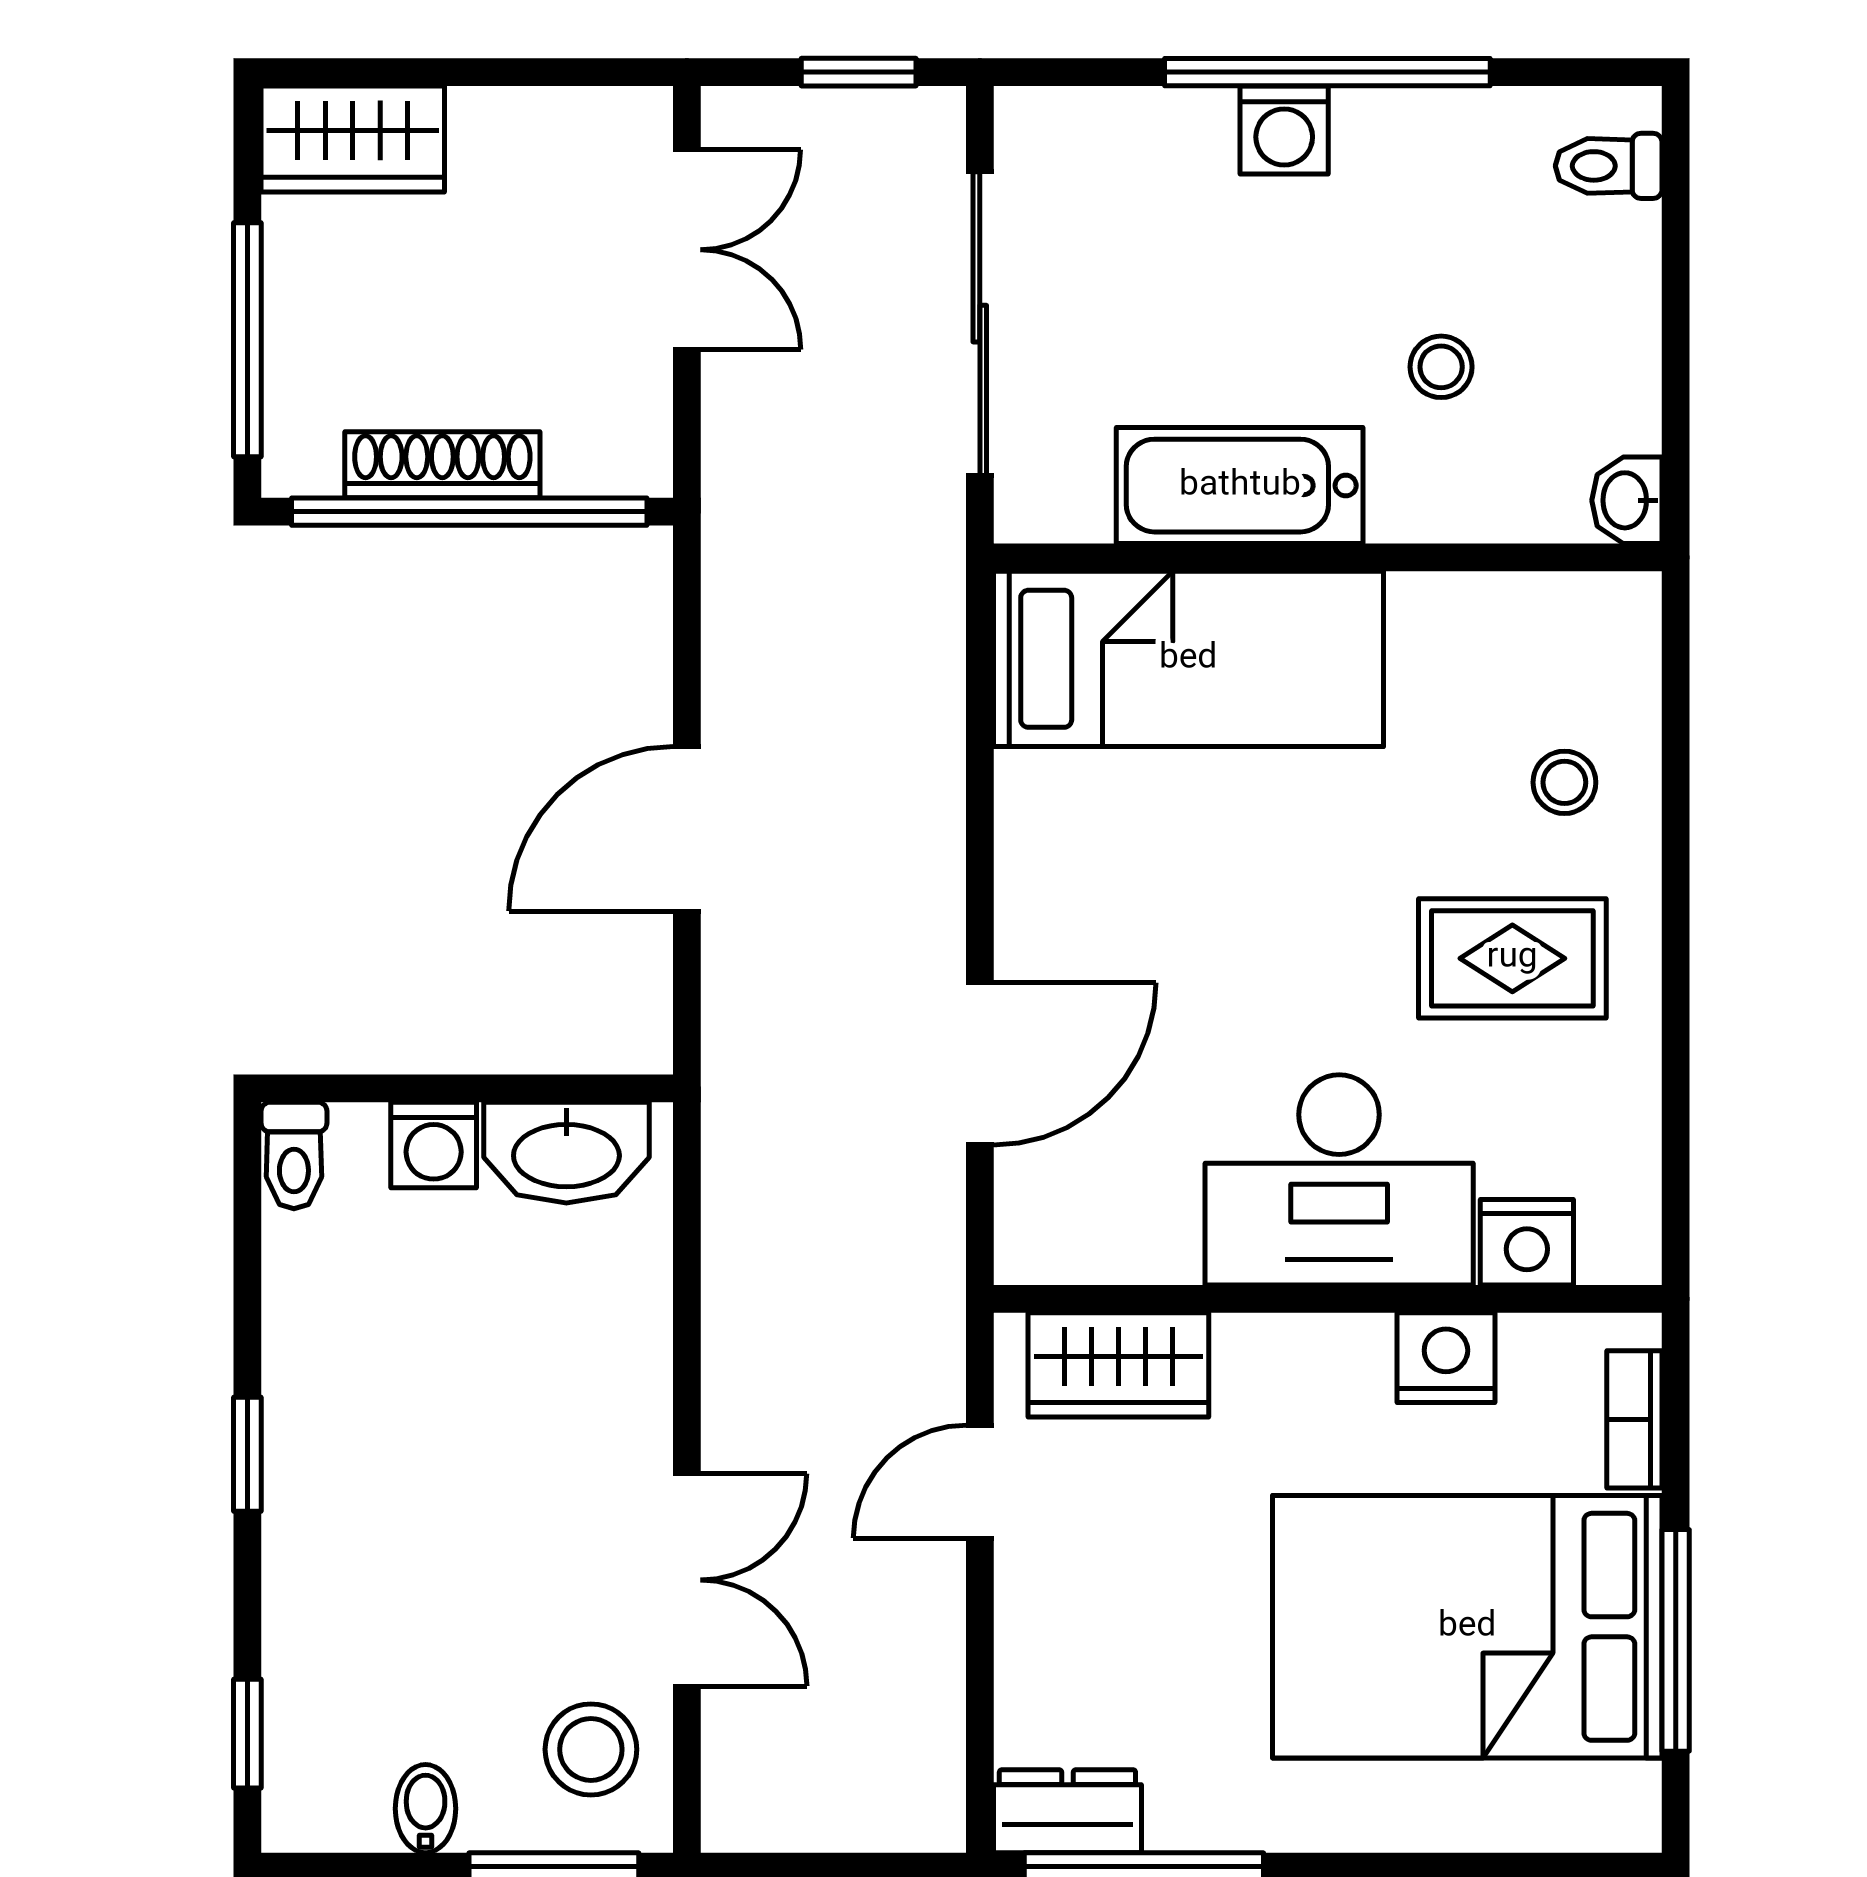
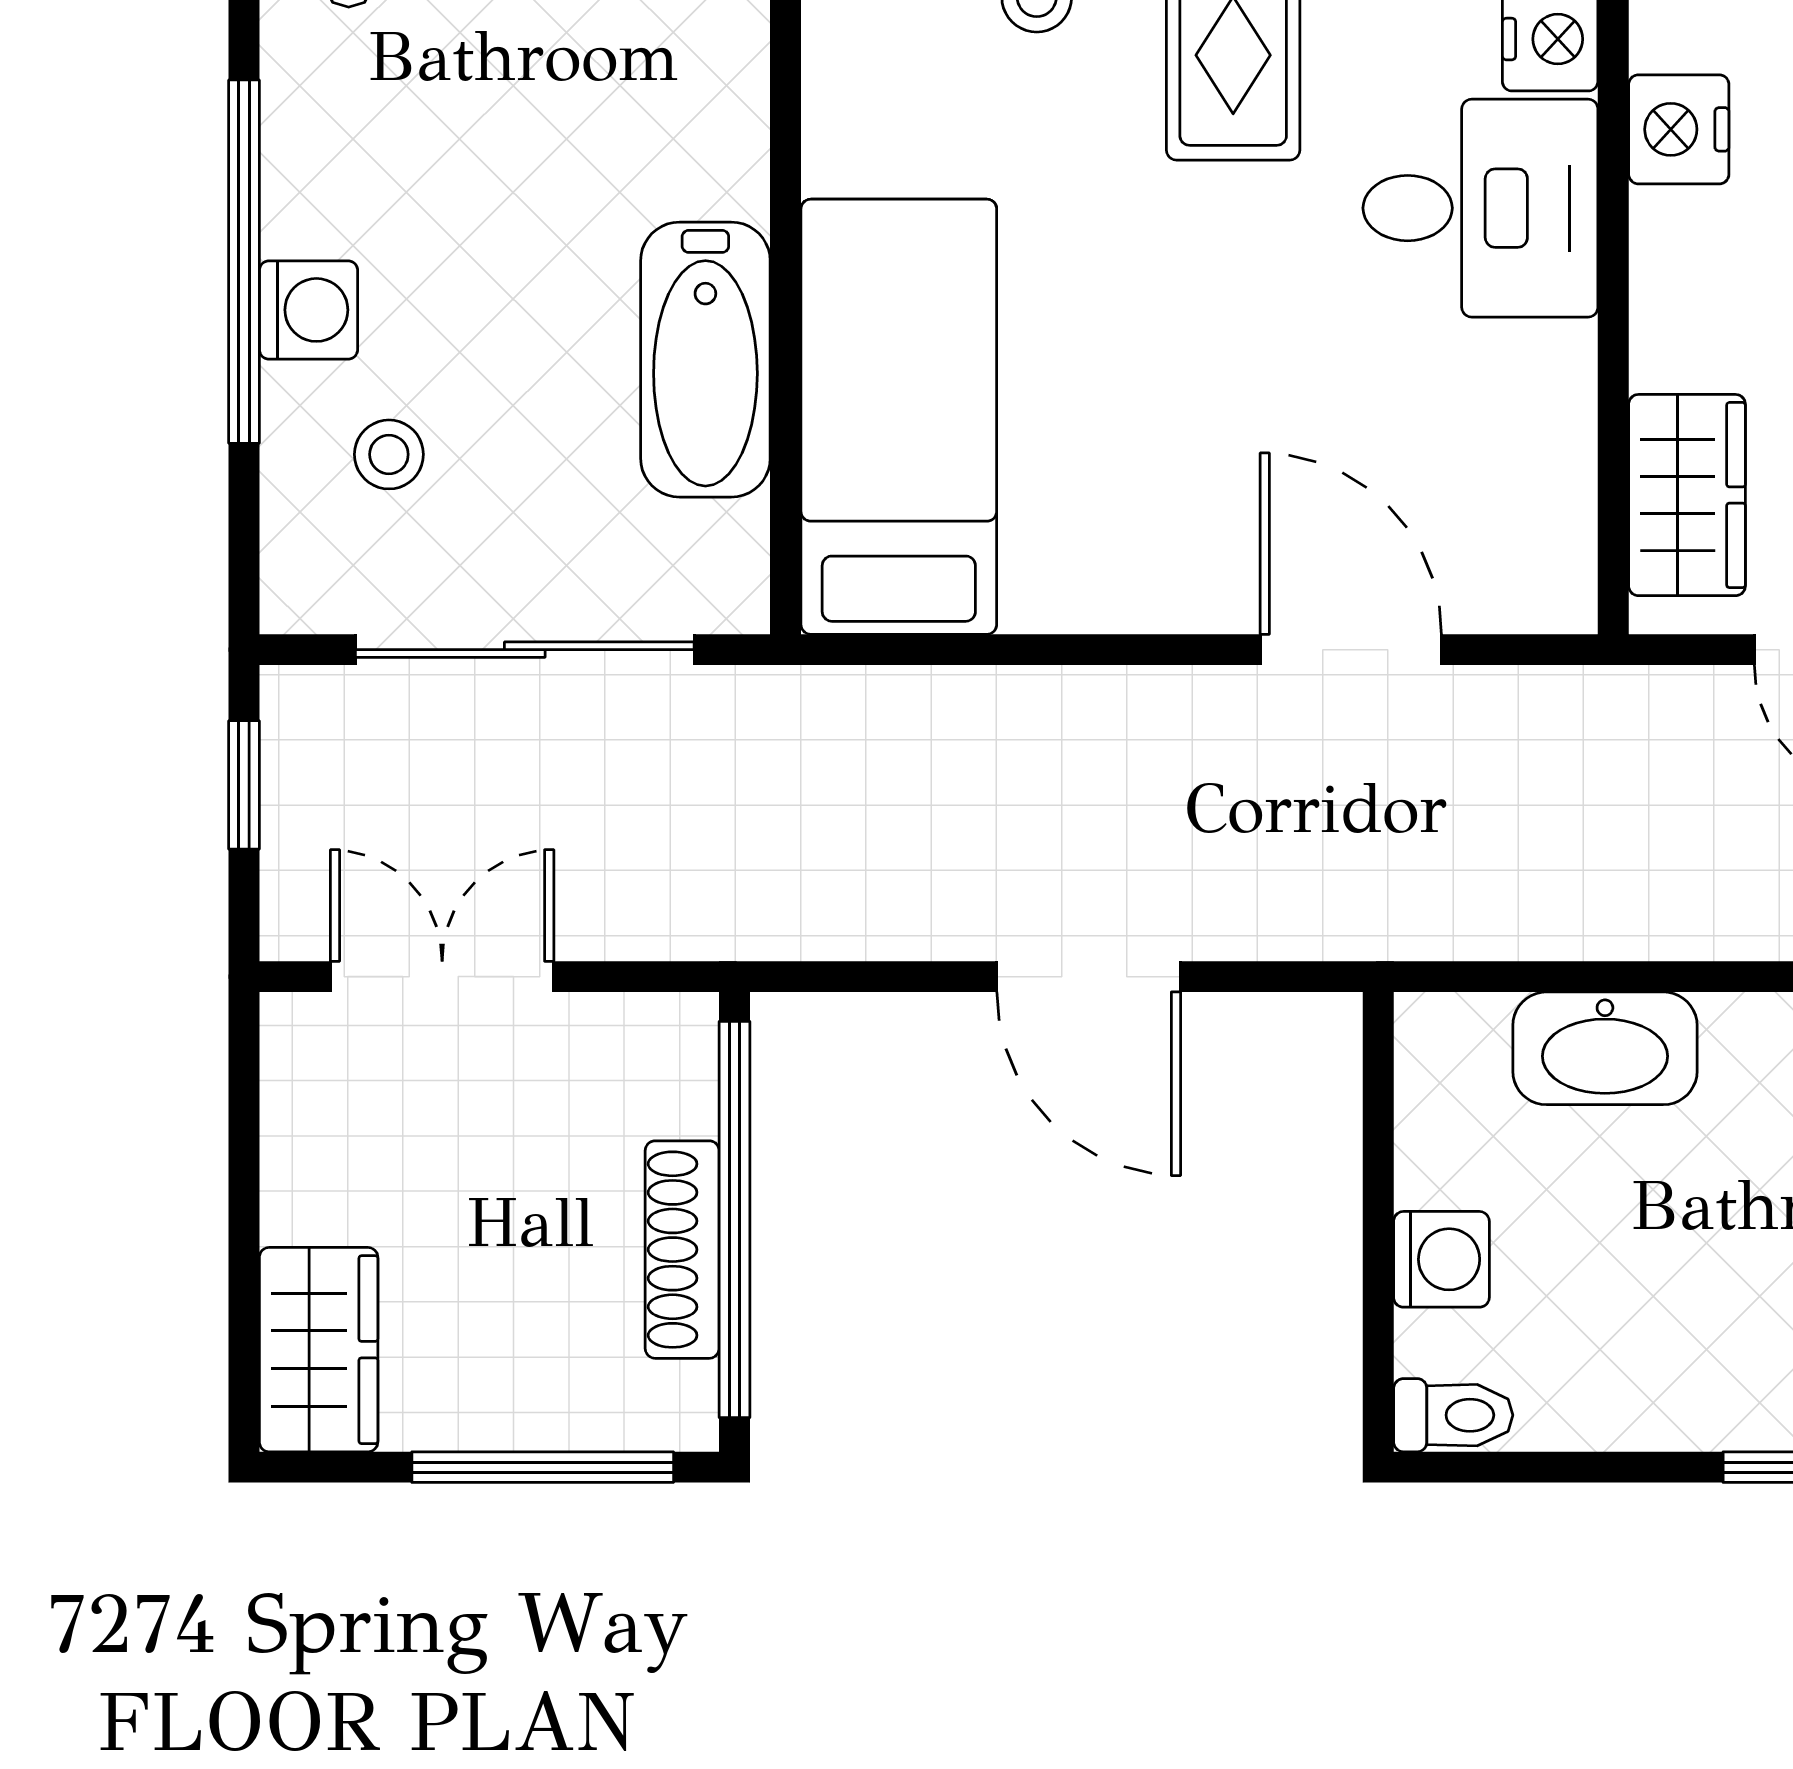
stool: (1441, 367) -> (389, 454), moved
washbasin: (566, 1153) -> (1605, 1048), moved, turned 90
desk: (1339, 1180) -> (1480, 208), width x0.73

